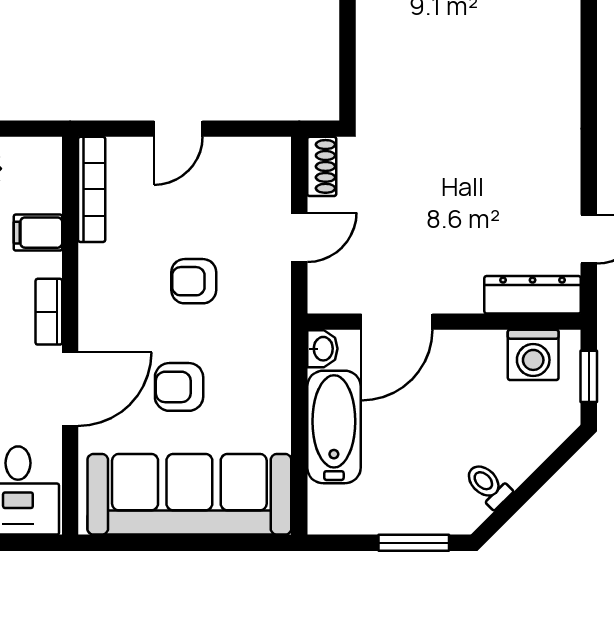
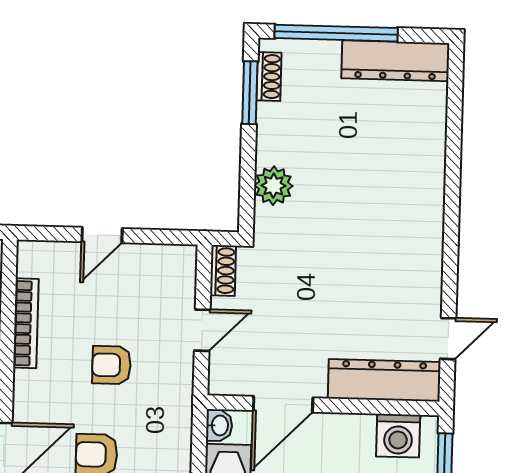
plant: (378, 65) -> (274, 186), added
bookcase: (92, 189) -> (26, 323), moved
dresser: (533, 295) -> (384, 380), width x1.37, depth x1.24

